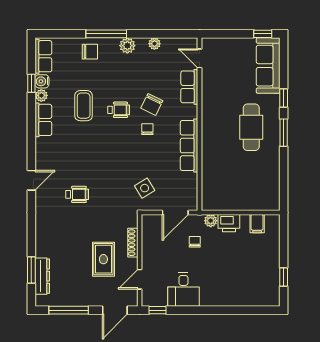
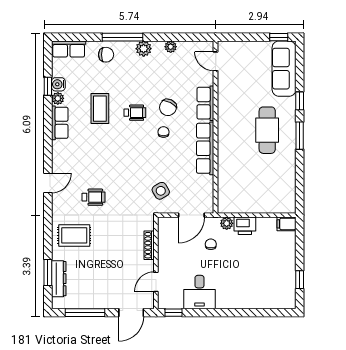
row of seats: (43, 56) -> (69, 49), moved, turned 90
row of seats: (189, 87) -> (205, 103), moved
filing cabinet: (257, 224) -> (286, 224), moved, turned 90
rug: (103, 259) -> (74, 235), moved, turned 90

